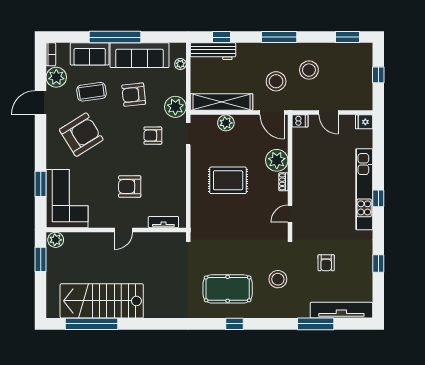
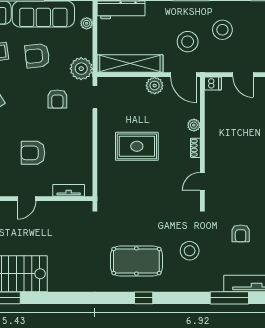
plant: (226, 123) -> (155, 86), moved
armchair: (153, 136) -> (57, 99), turned -90
plant: (277, 160) -> (194, 125), width x0.53, depth x0.53

